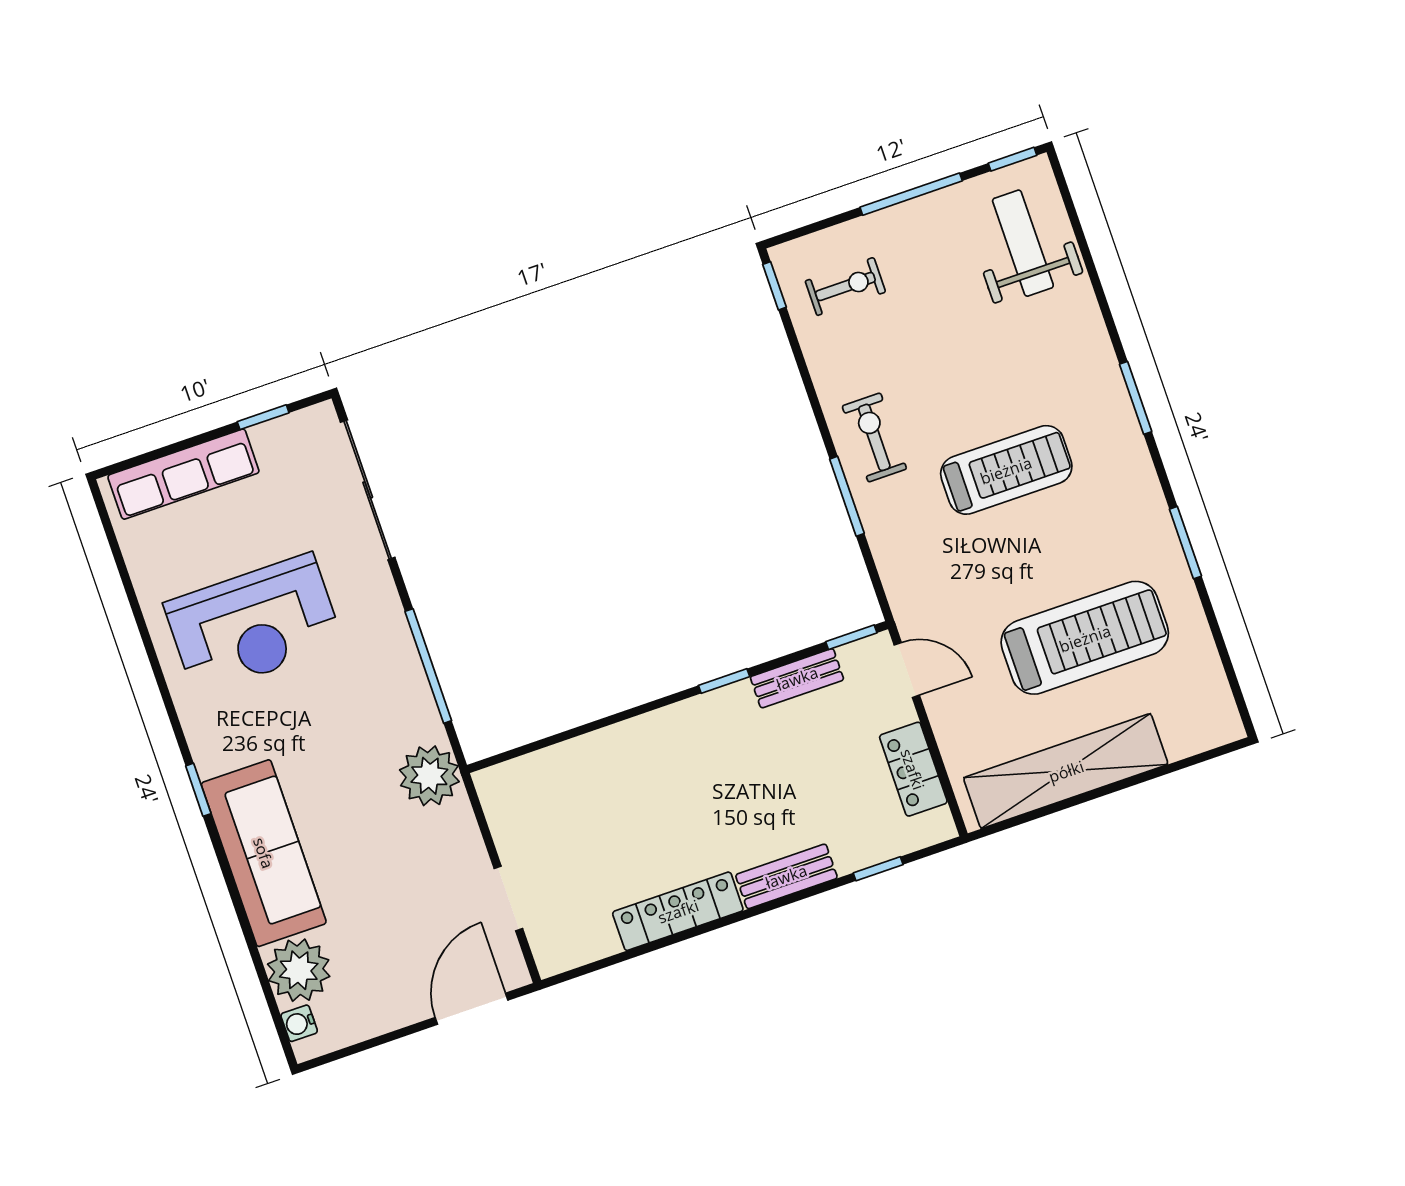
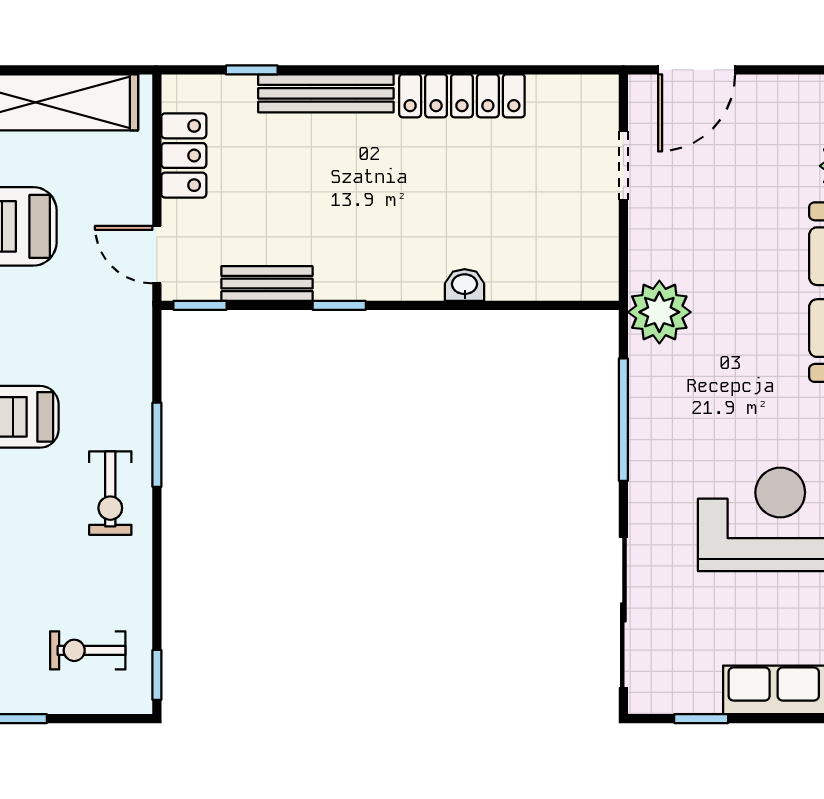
washbasin: (616, 739) -> (465, 285), added
bench: (786, 876) -> (326, 93), width x1.36

